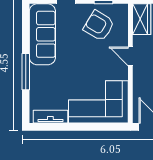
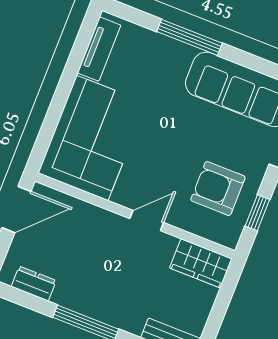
armchair: (99, 26) -> (218, 189), turned -121

